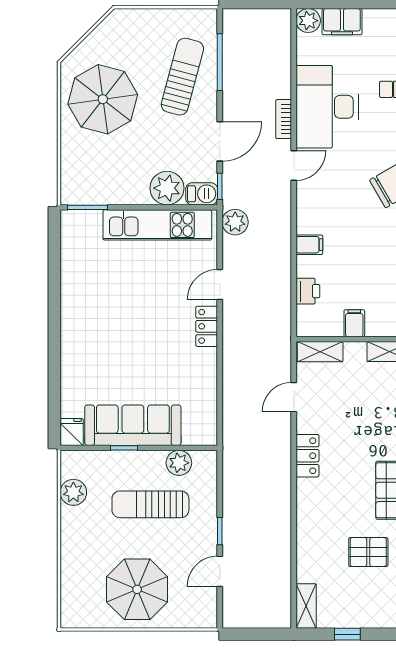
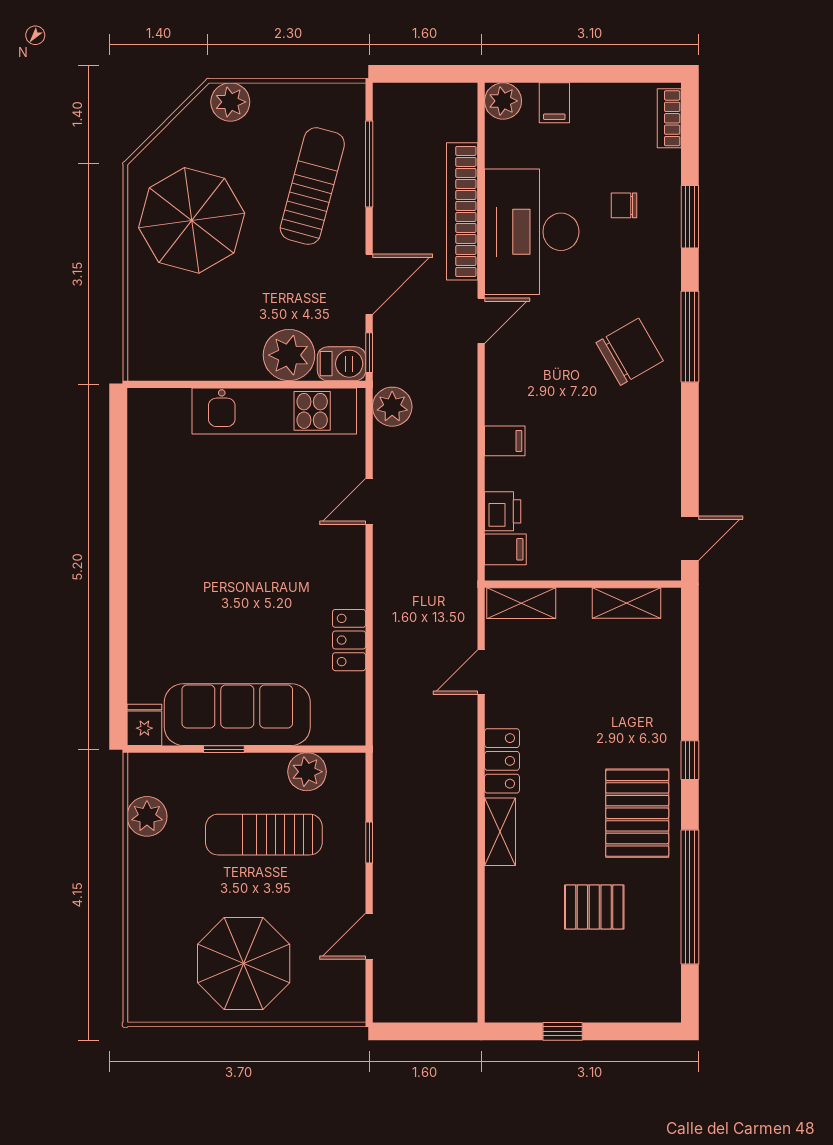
plant: (128, 21) -> (230, 102), added
filing cabinet: (342, 22) -> (554, 103), width x0.50
bookcase: (284, 119) -> (462, 211), width x2.31, depth x1.31
window: (88, 207) -> (168, 384), removed
filing cabinet: (354, 323) -> (505, 549), moved, turned 90
locker: (207, 326) -> (349, 640), moved
window: (220, 531) -> (369, 842), moved
shelving: (306, 606) -> (500, 832), moved

